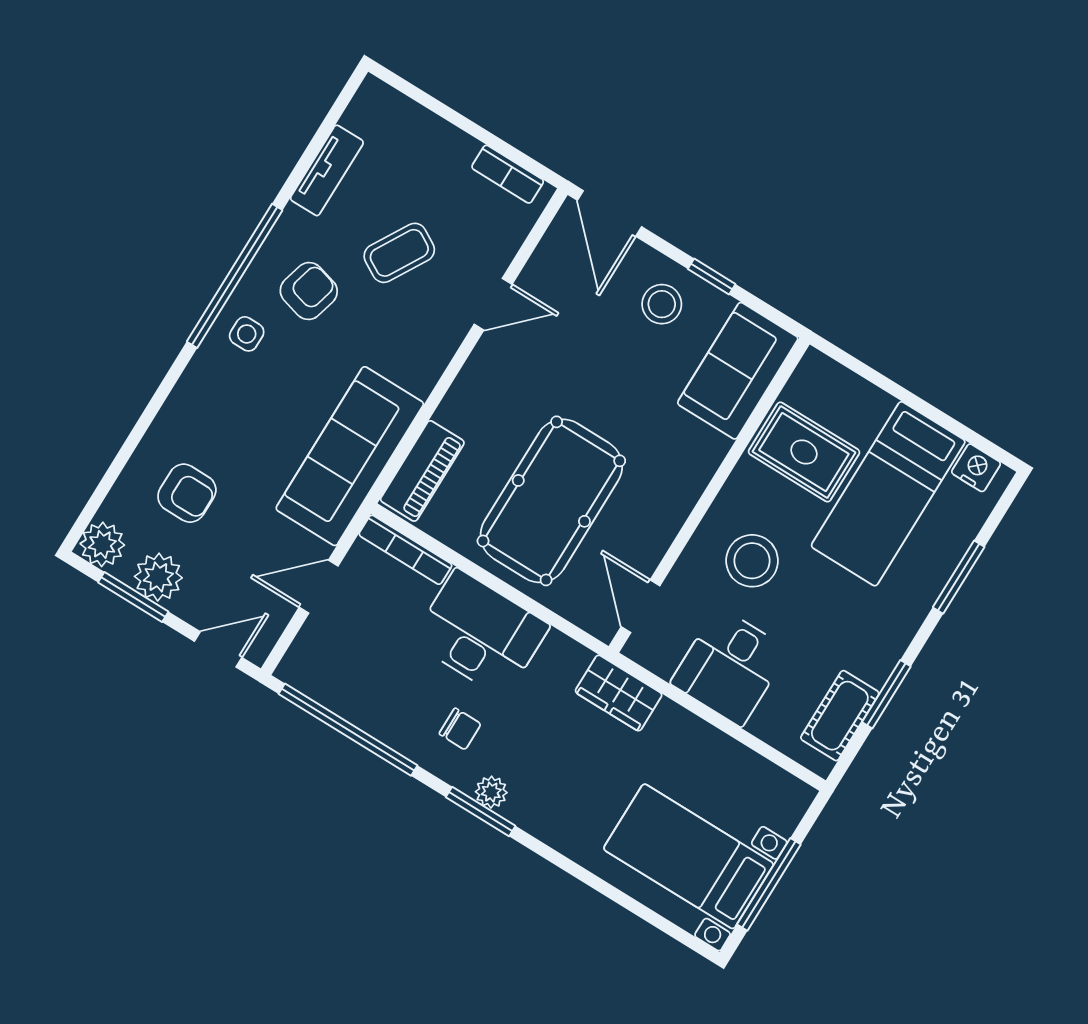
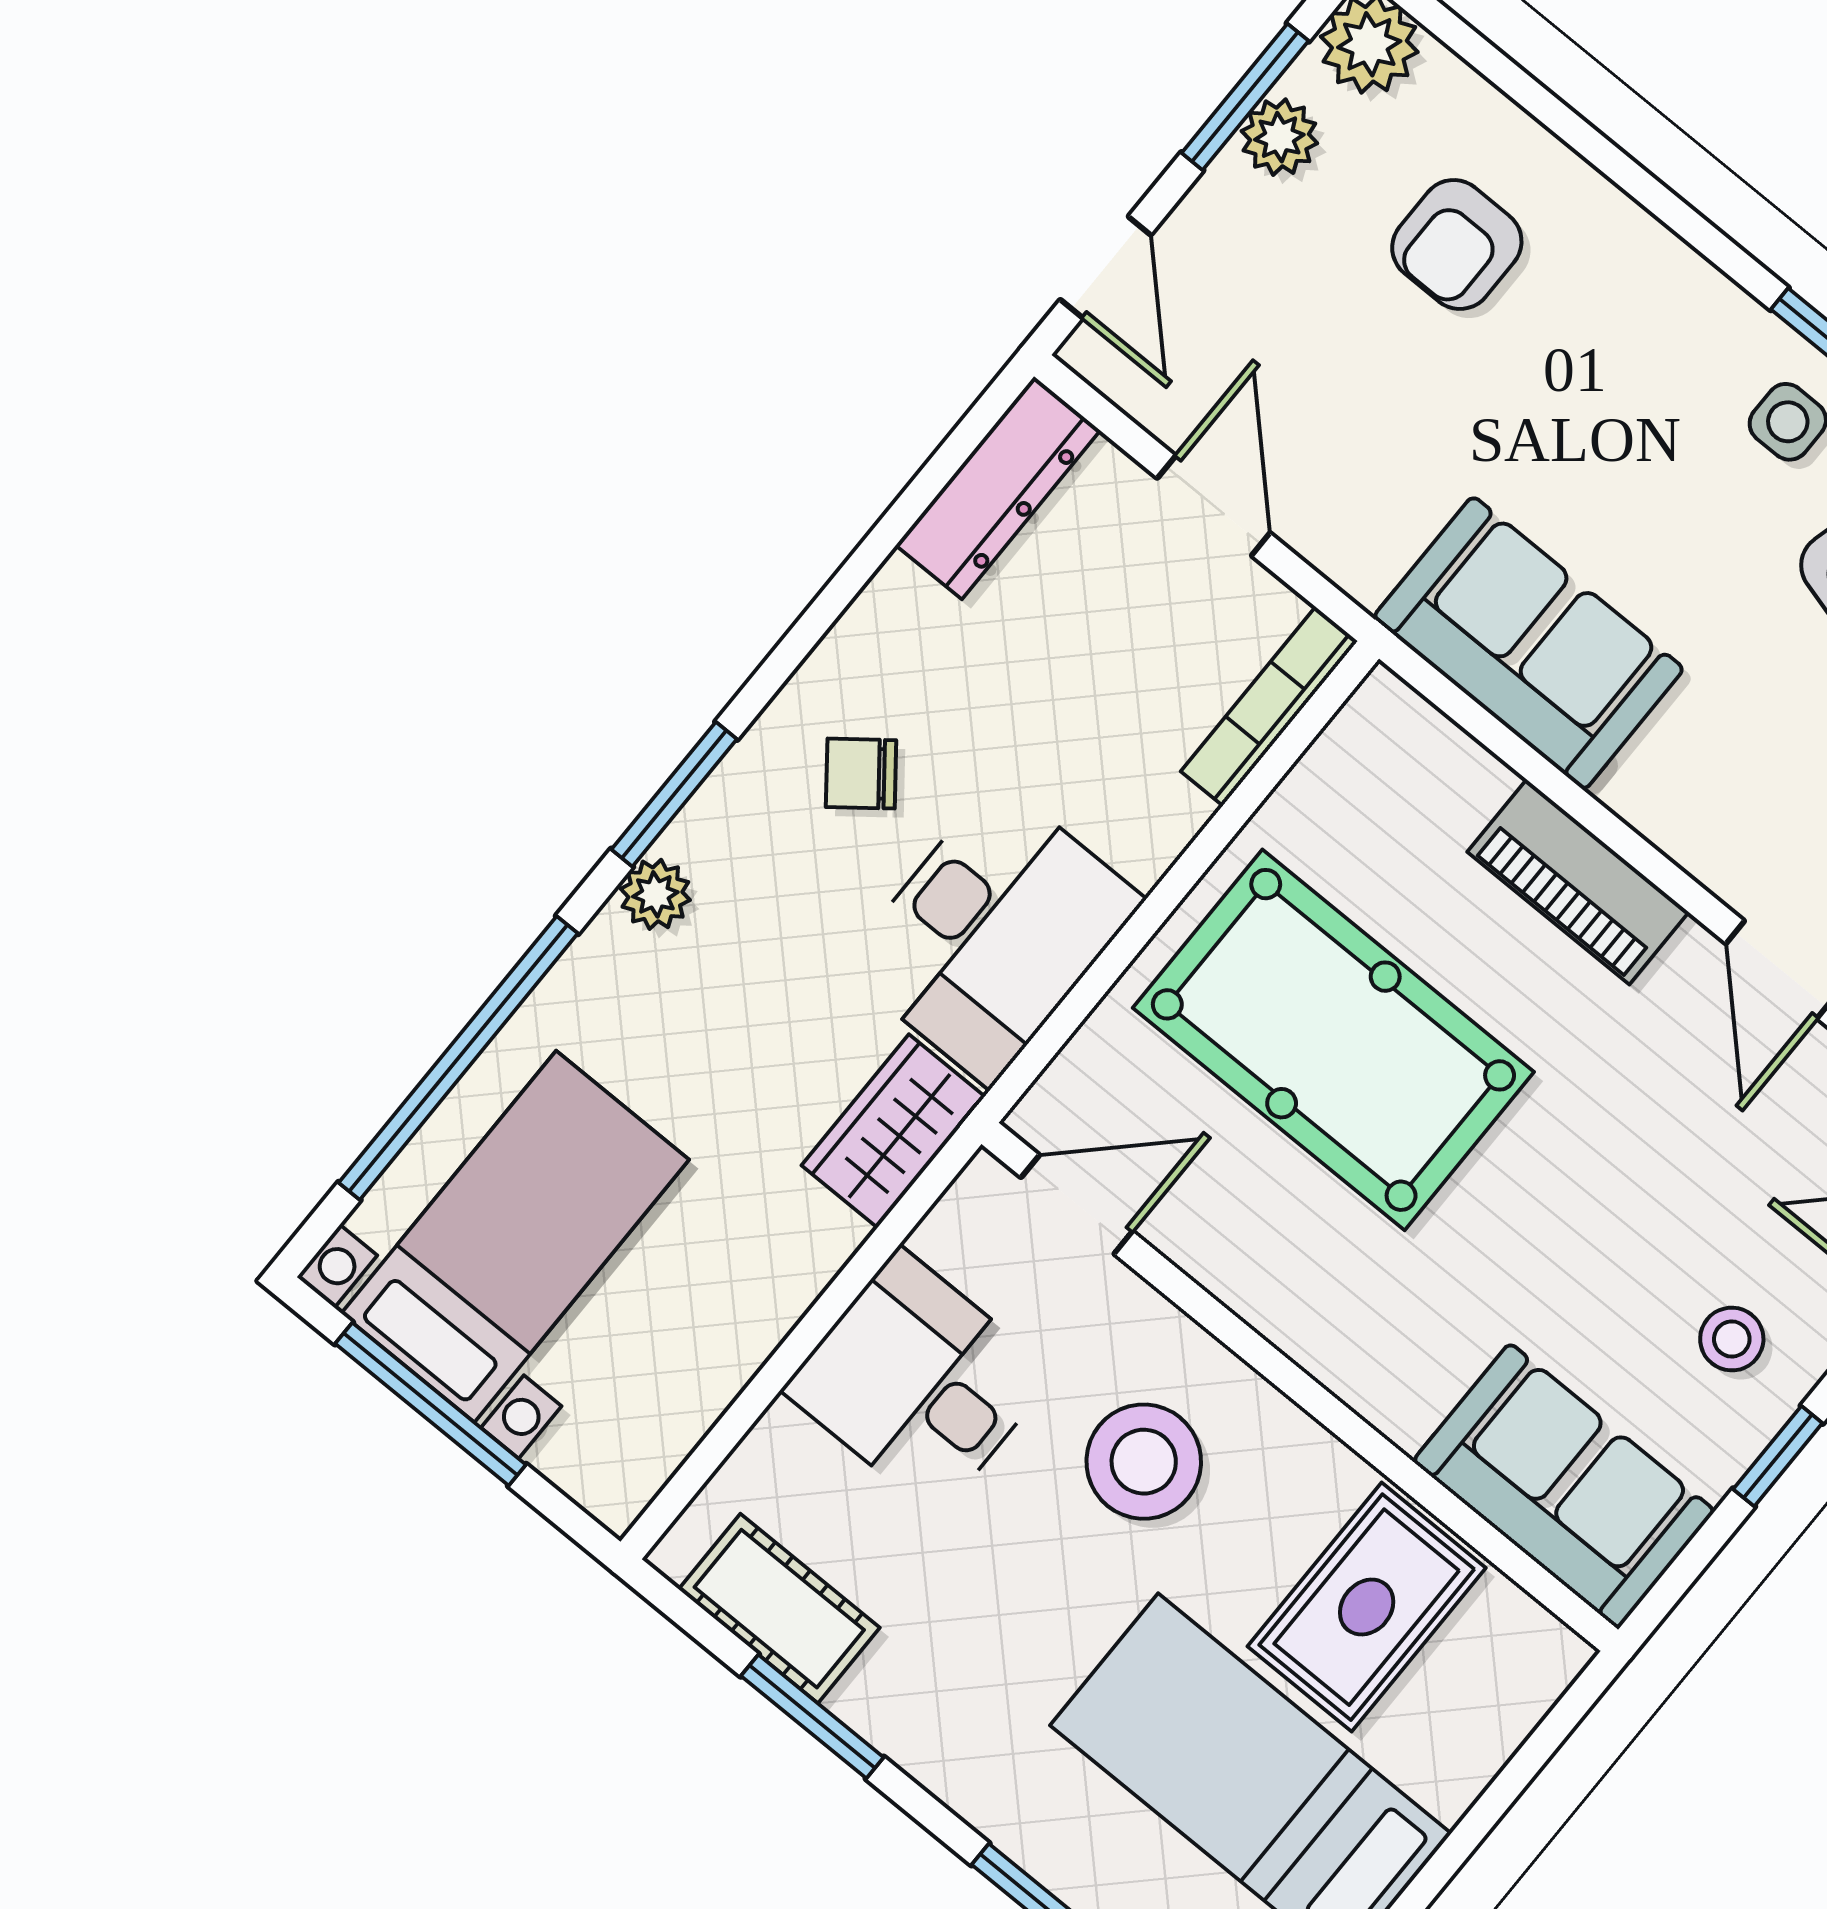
stool: (662, 304) -> (1732, 1339), width x0.73, depth x0.73
sofa: (350, 456) -> (1528, 643), width x0.73
piano: (422, 471) -> (1578, 882), moved
plant: (158, 577) -> (1279, 137), width x0.73, depth x0.73
desk: (480, 633) -> (993, 933), moved
dresser: (324, 685) -> (998, 488), added
chair: (460, 729) -> (861, 774), turned 52
window: (348, 730) -> (458, 1058), moved
plant: (491, 792) -> (655, 894), moved

